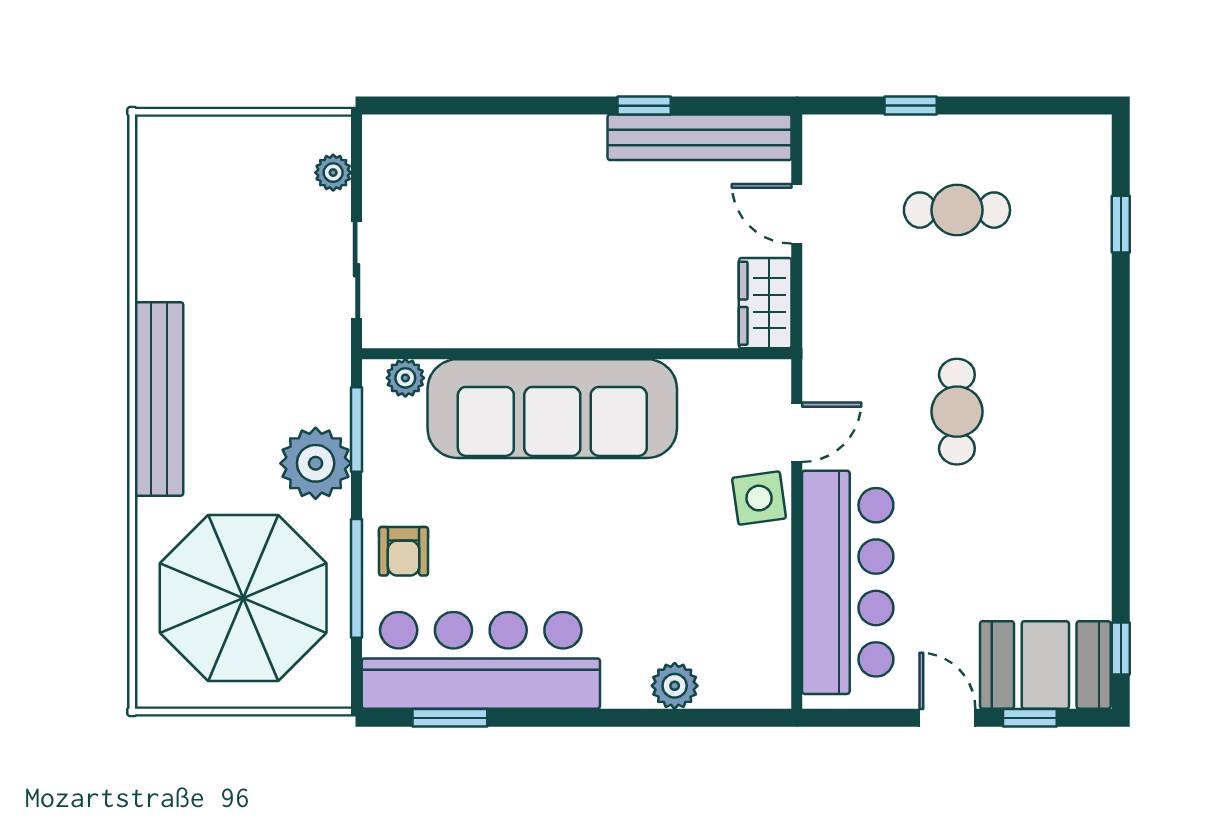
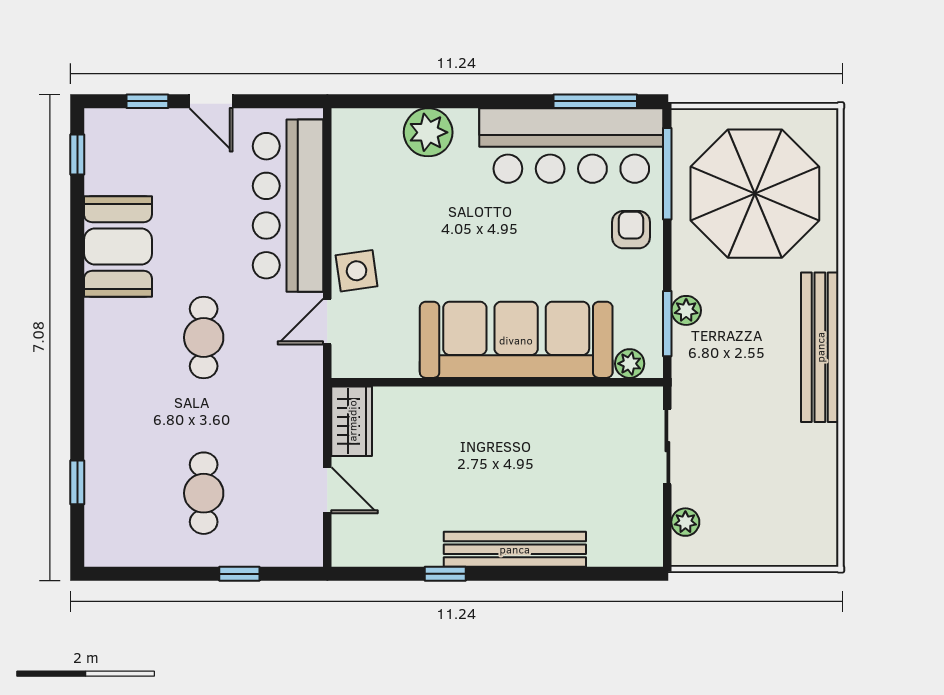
bench: (700, 137) -> (515, 549), moved
cafe table: (957, 210) -> (204, 493), turned 90
plant: (316, 463) -> (686, 310), width x0.53, depth x0.53
window: (356, 578) -> (667, 174), moved
booth: (1045, 665) -> (118, 247), moved, turned 90
plant: (675, 686) -> (428, 132), width x1.36, depth x1.36
window: (450, 718) -> (595, 101), width x1.44

